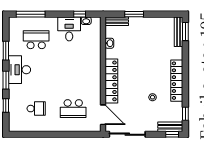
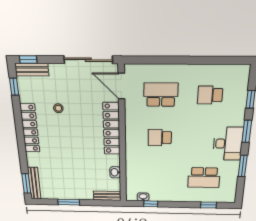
window: (31, 14) -> (208, 205), width x0.46
window: (134, 14) -> (69, 202), moved
desk: (69, 29) -> (163, 189), removed
school desk: (73, 74) -> (160, 138), added

